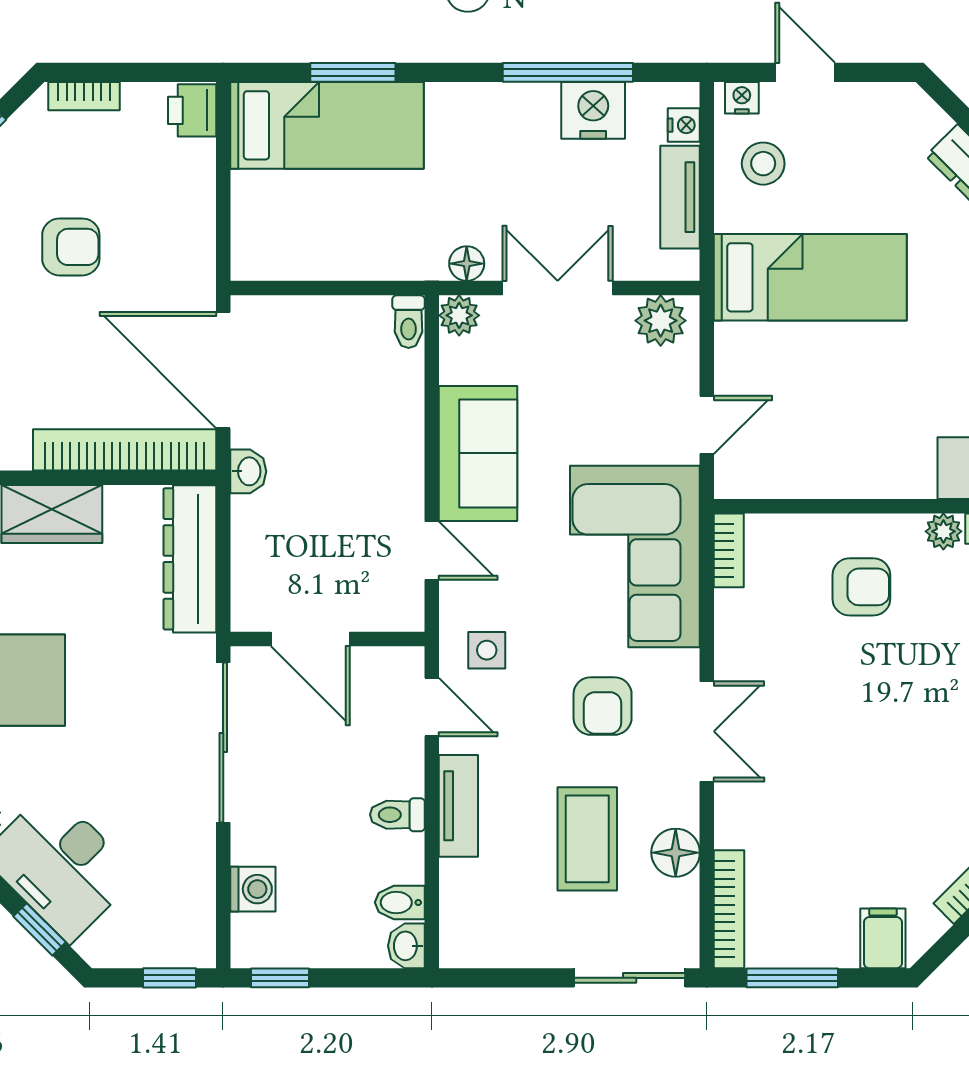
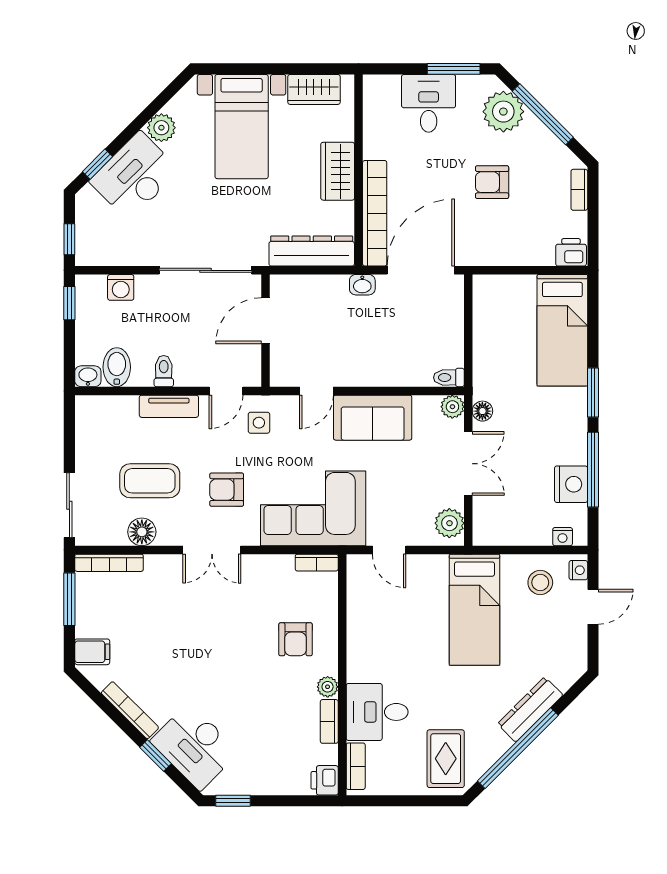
window: (353, 72) -> (593, 393), moved
tv unit: (680, 197) -> (521, 534), removed
armchair: (71, 247) -> (492, 182), turned 90
bidet: (400, 902) -> (117, 367), width x1.38, depth x1.36

